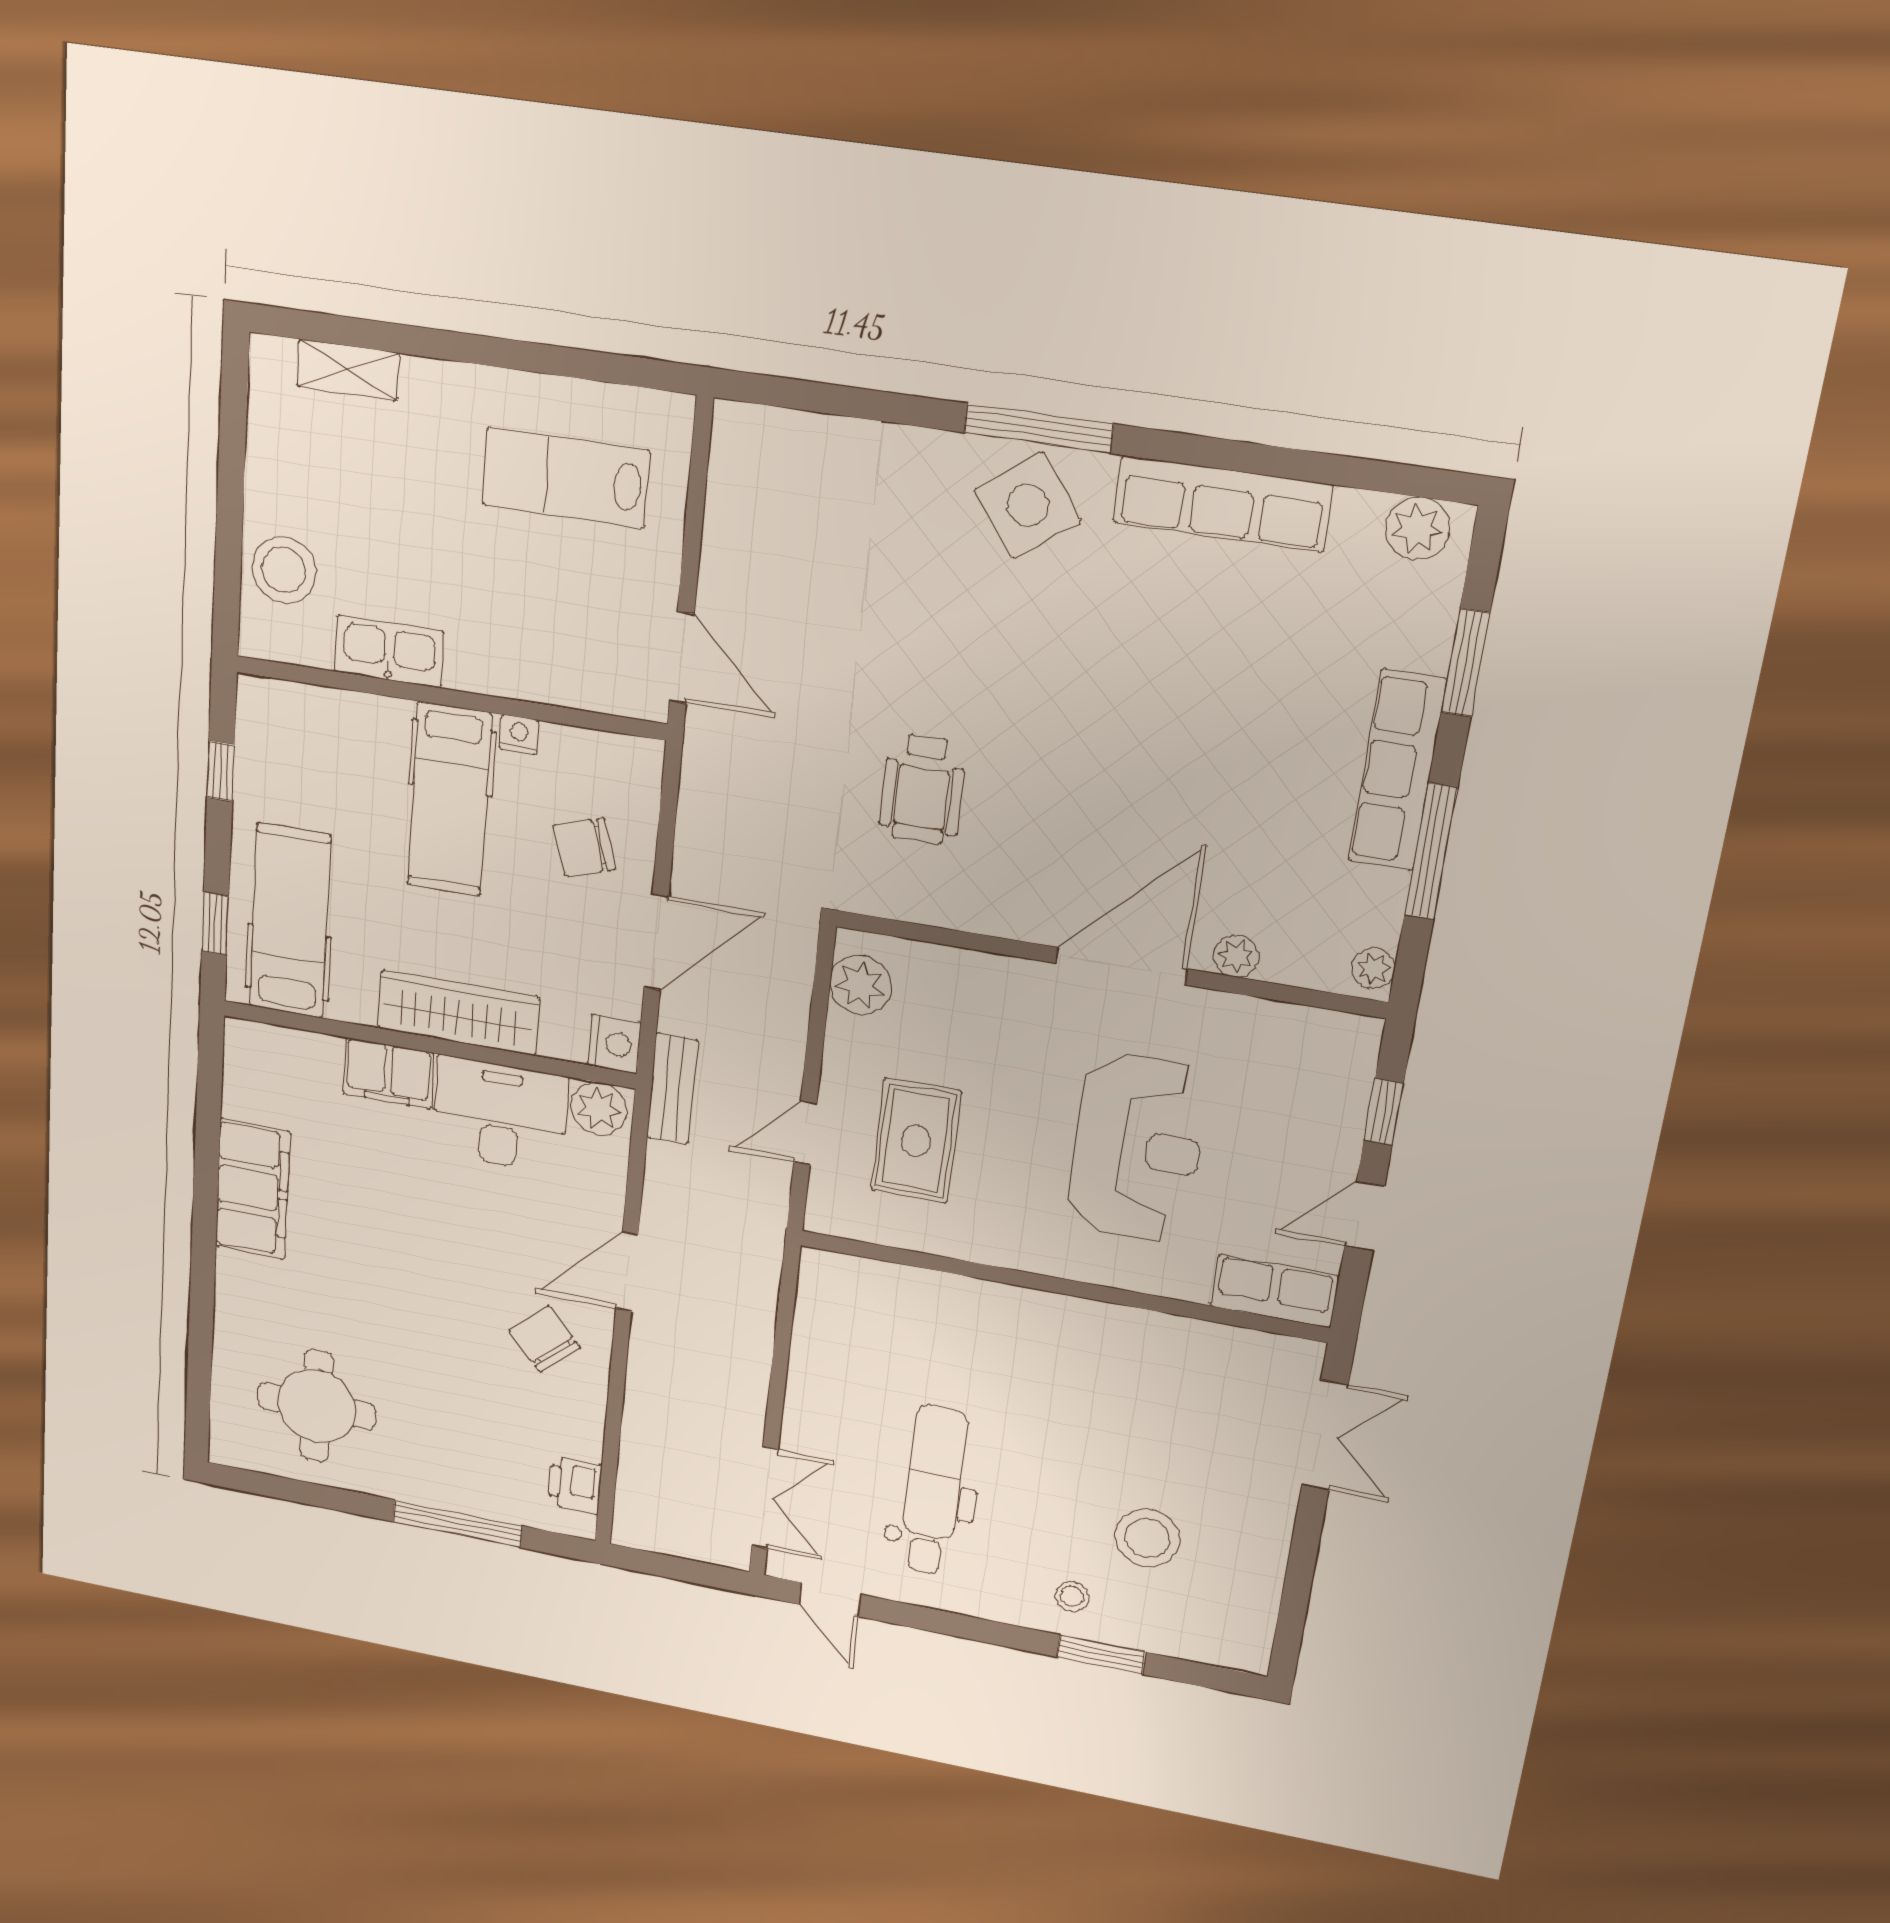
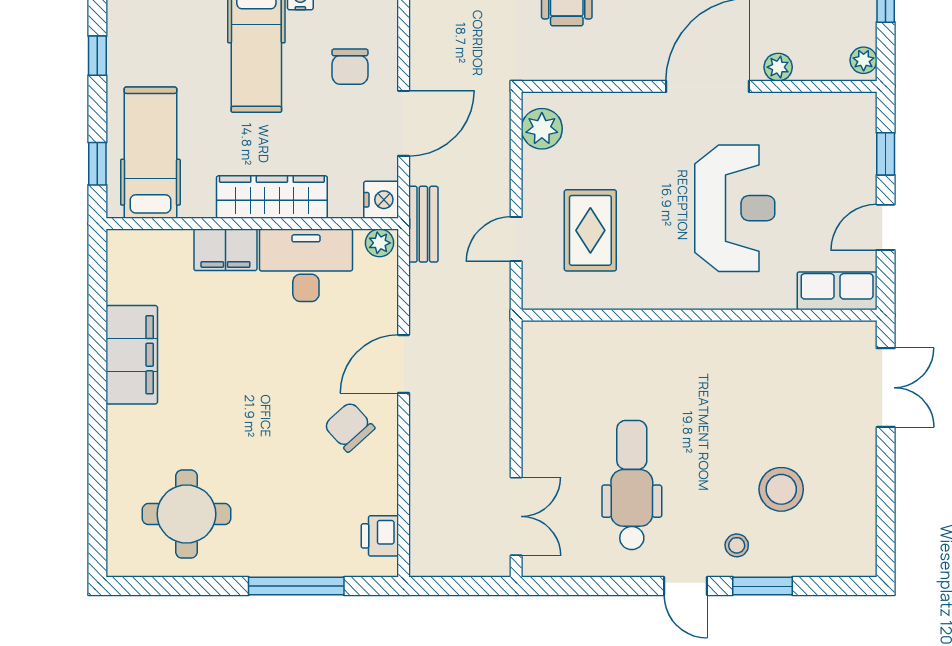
chair: (584, 847) -> (350, 67), turned -73
plant: (599, 1109) -> (380, 243), width x0.73, depth x0.73
door: (830, 1600) -> (686, 586), moved

